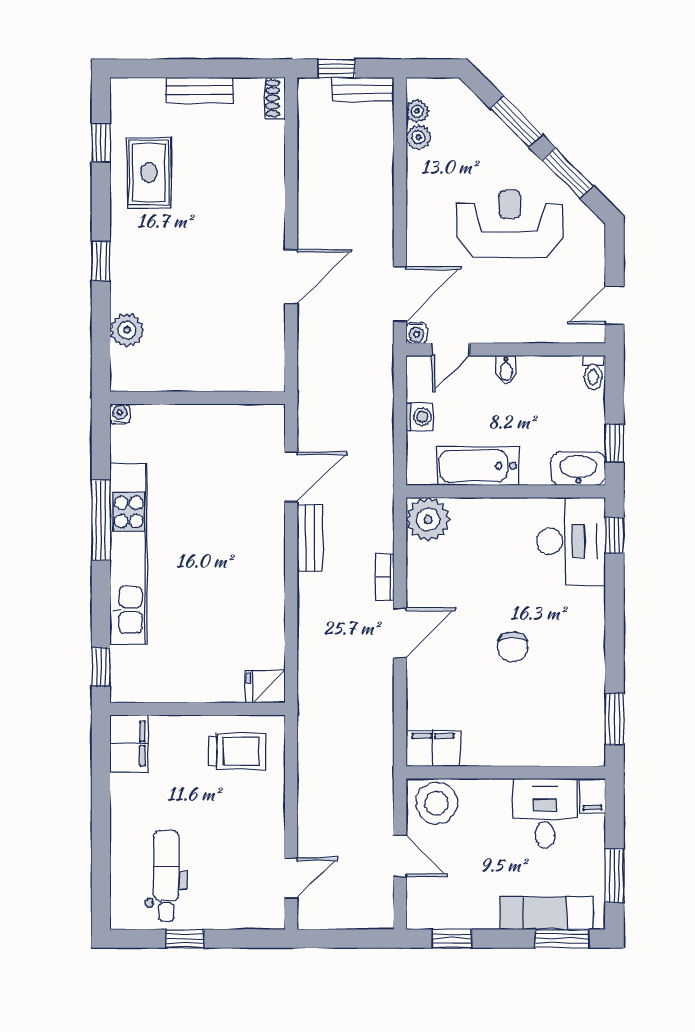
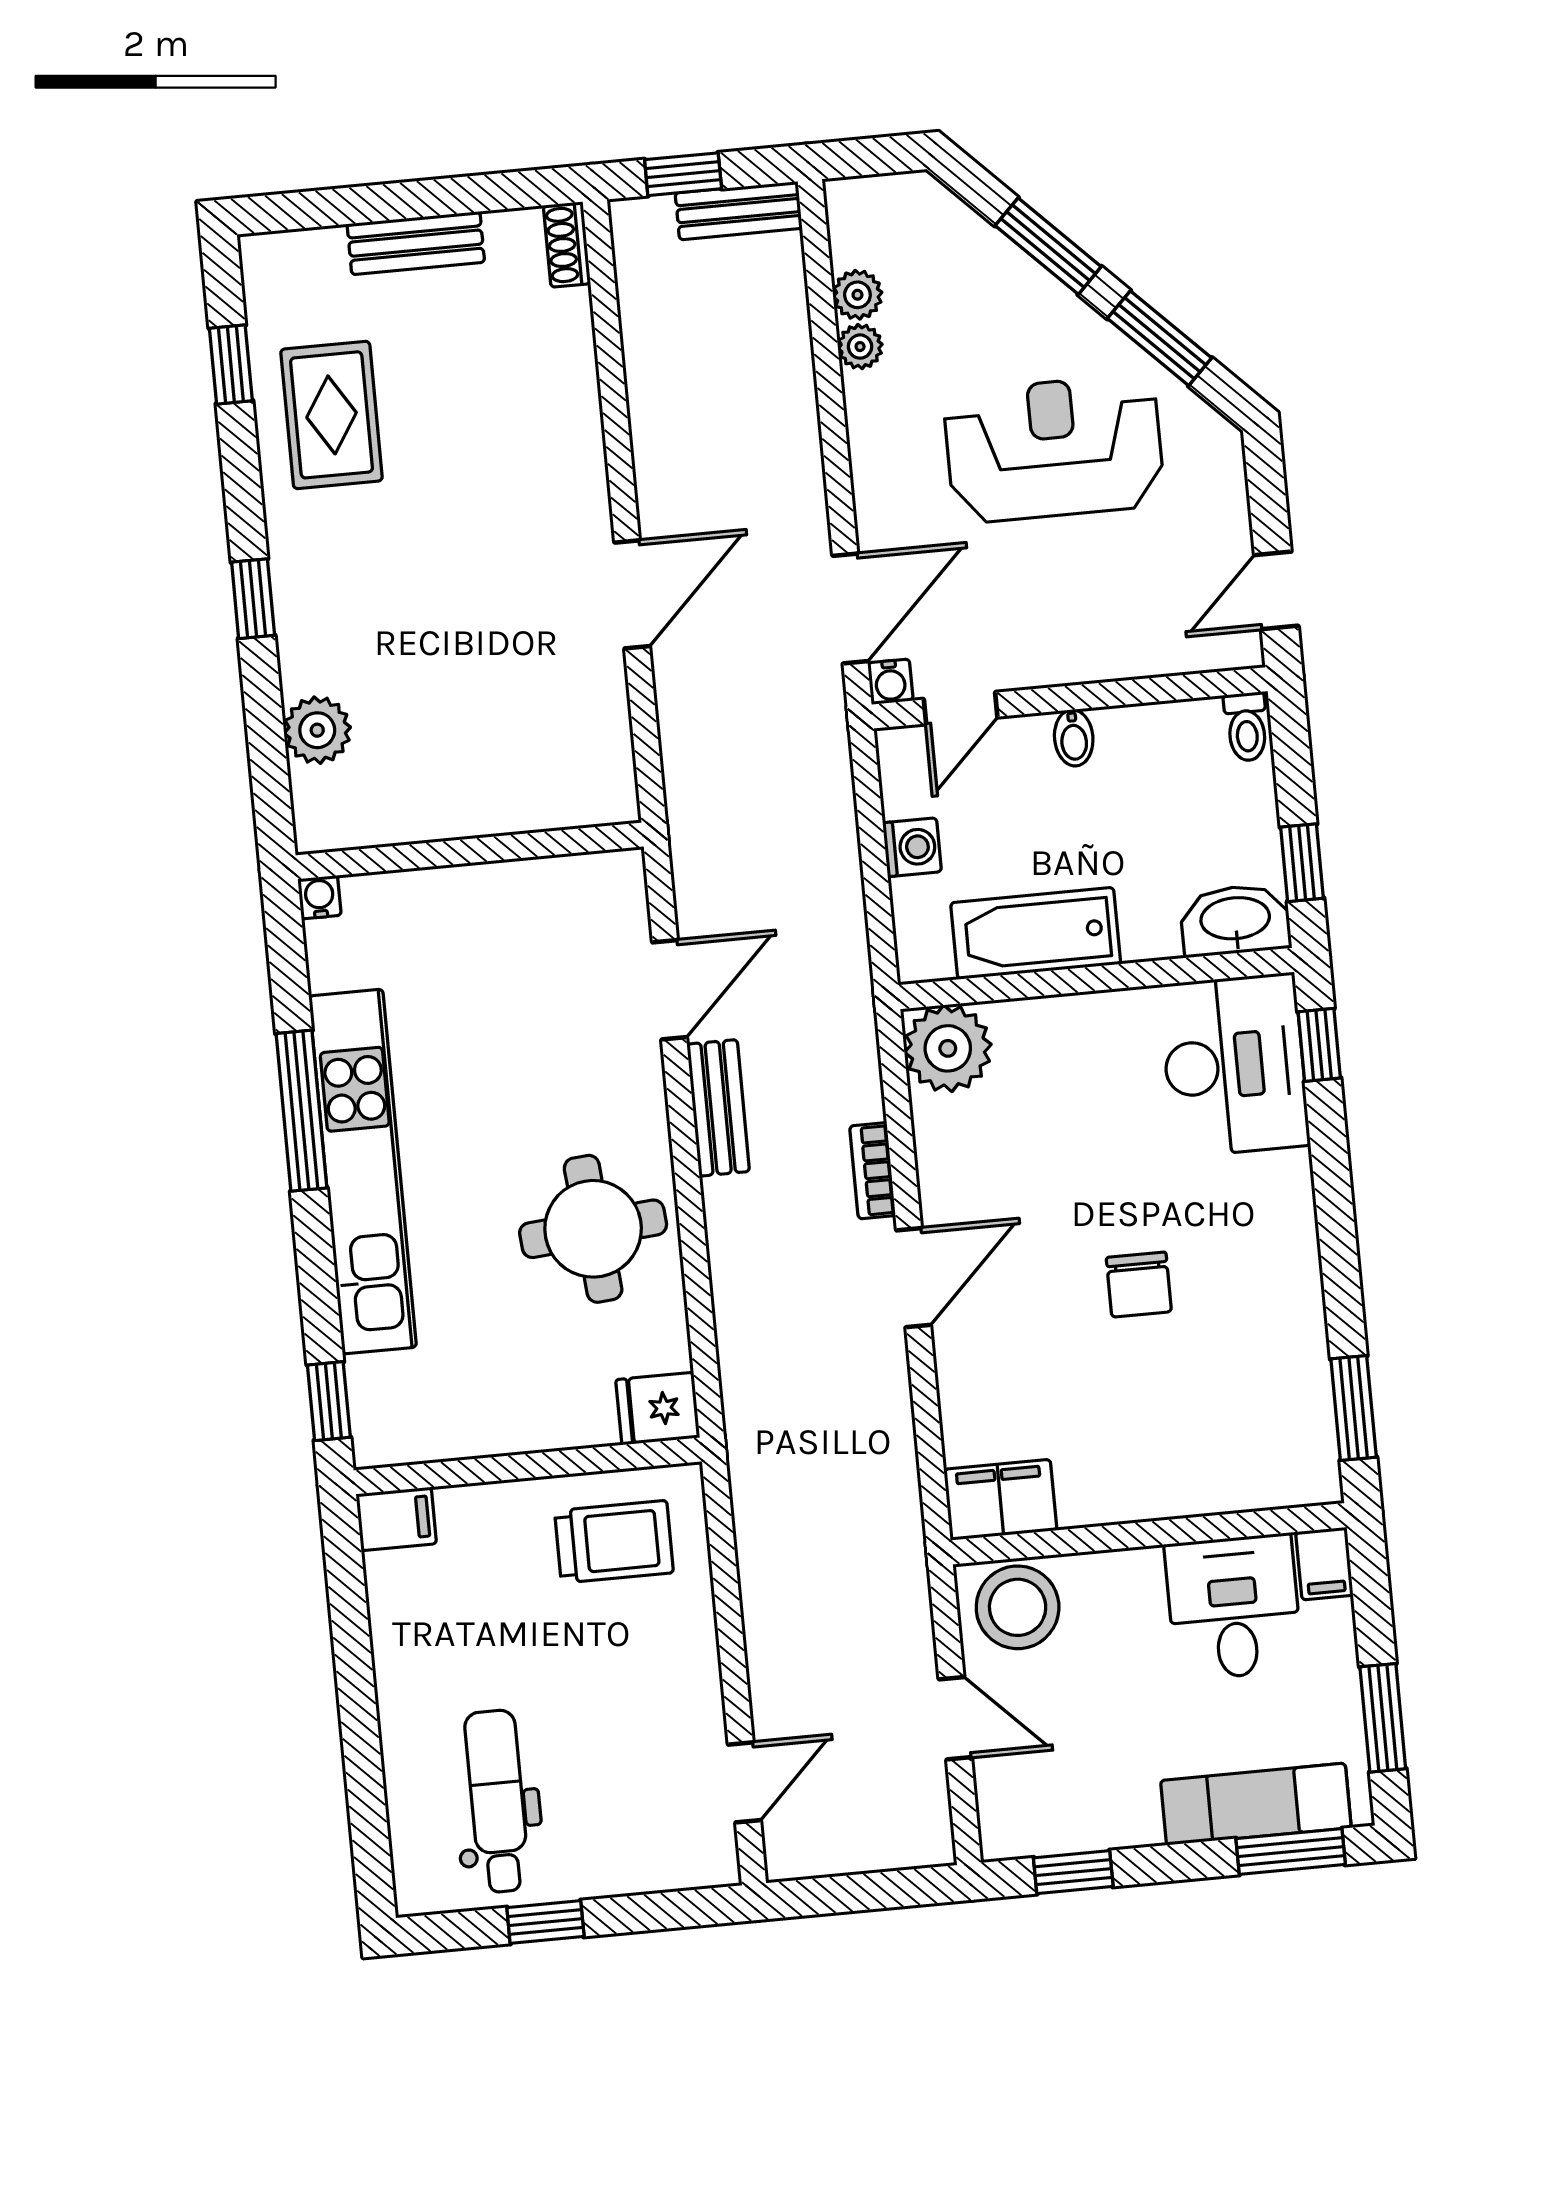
plant: (417, 111) -> (860, 347), moved
round table: (242, 593) -> (593, 1229), added
filing cabinet: (129, 744) -> (396, 1519), width x0.50

